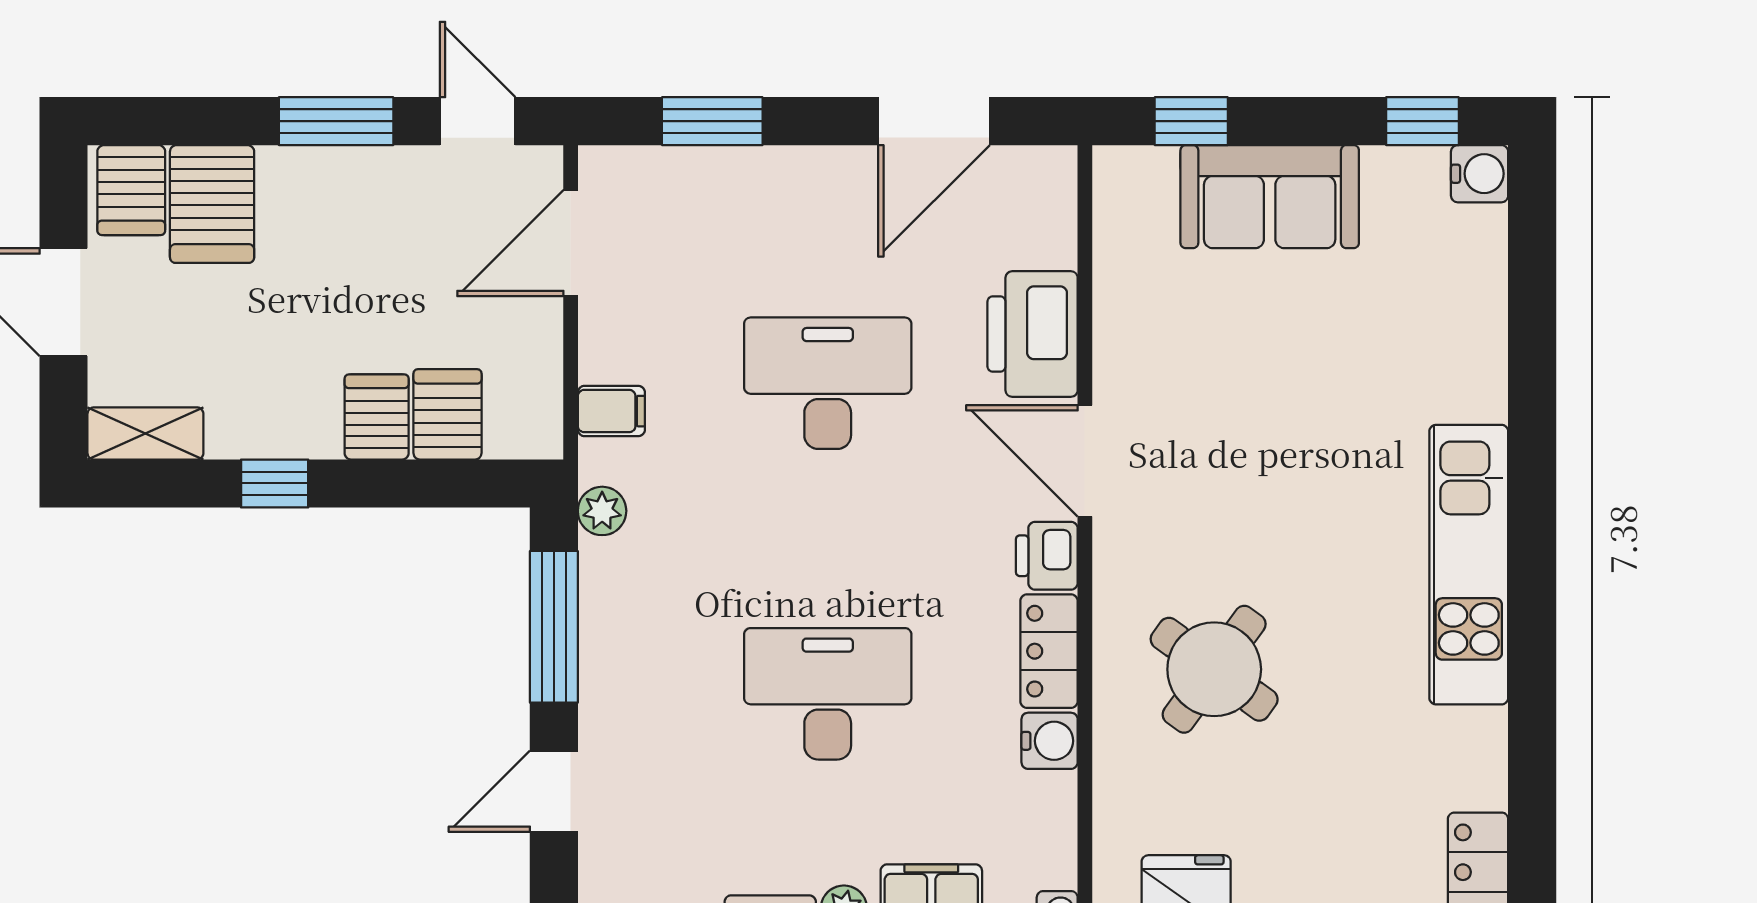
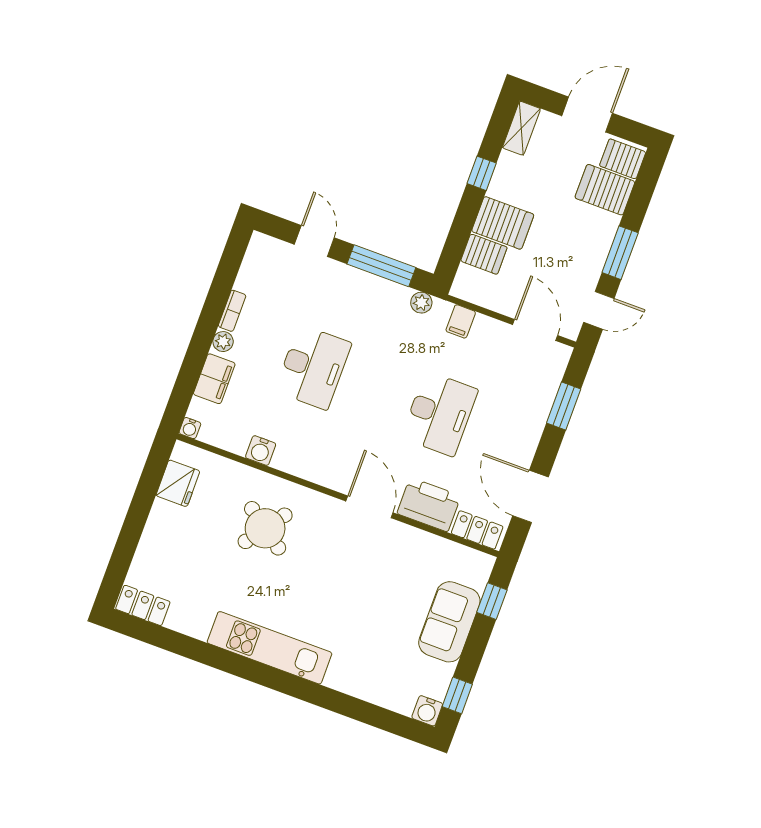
server rack: (377, 417) -> (503, 223), width x1.36, depth x1.44
door: (1085, 461) -> (369, 507), hinge flipped
printer: (1047, 556) -> (336, 477), removed
locker: (1049, 651) -> (477, 530), moved

